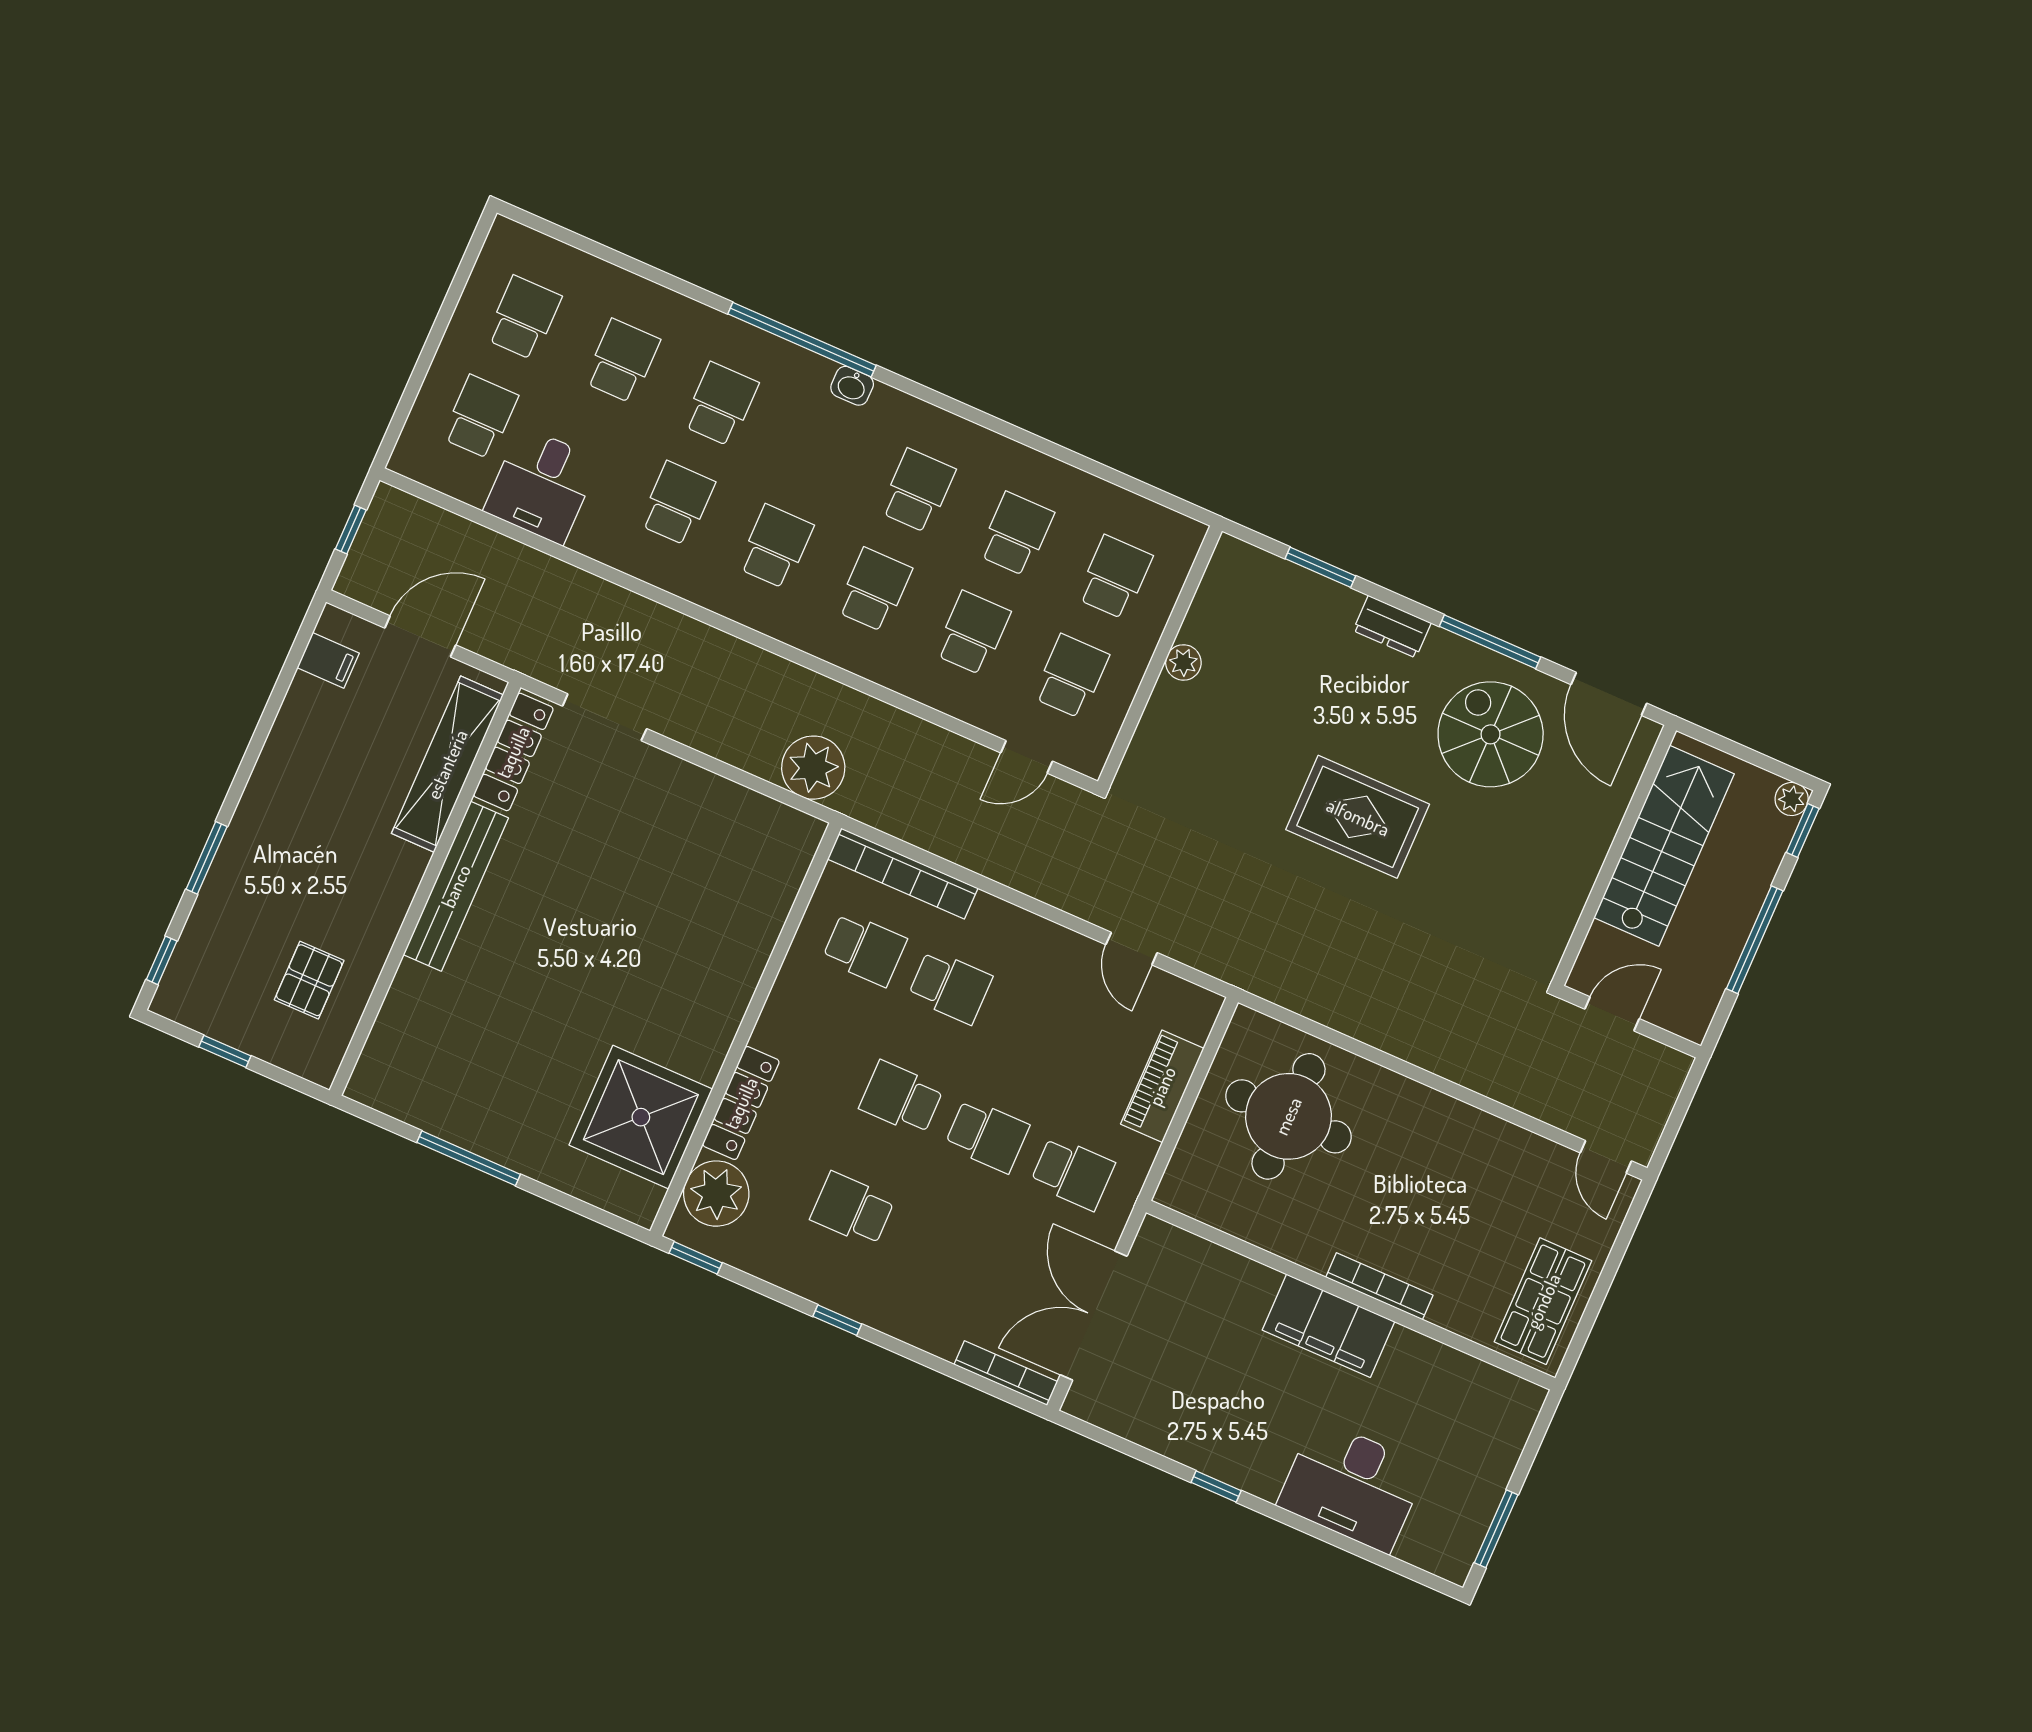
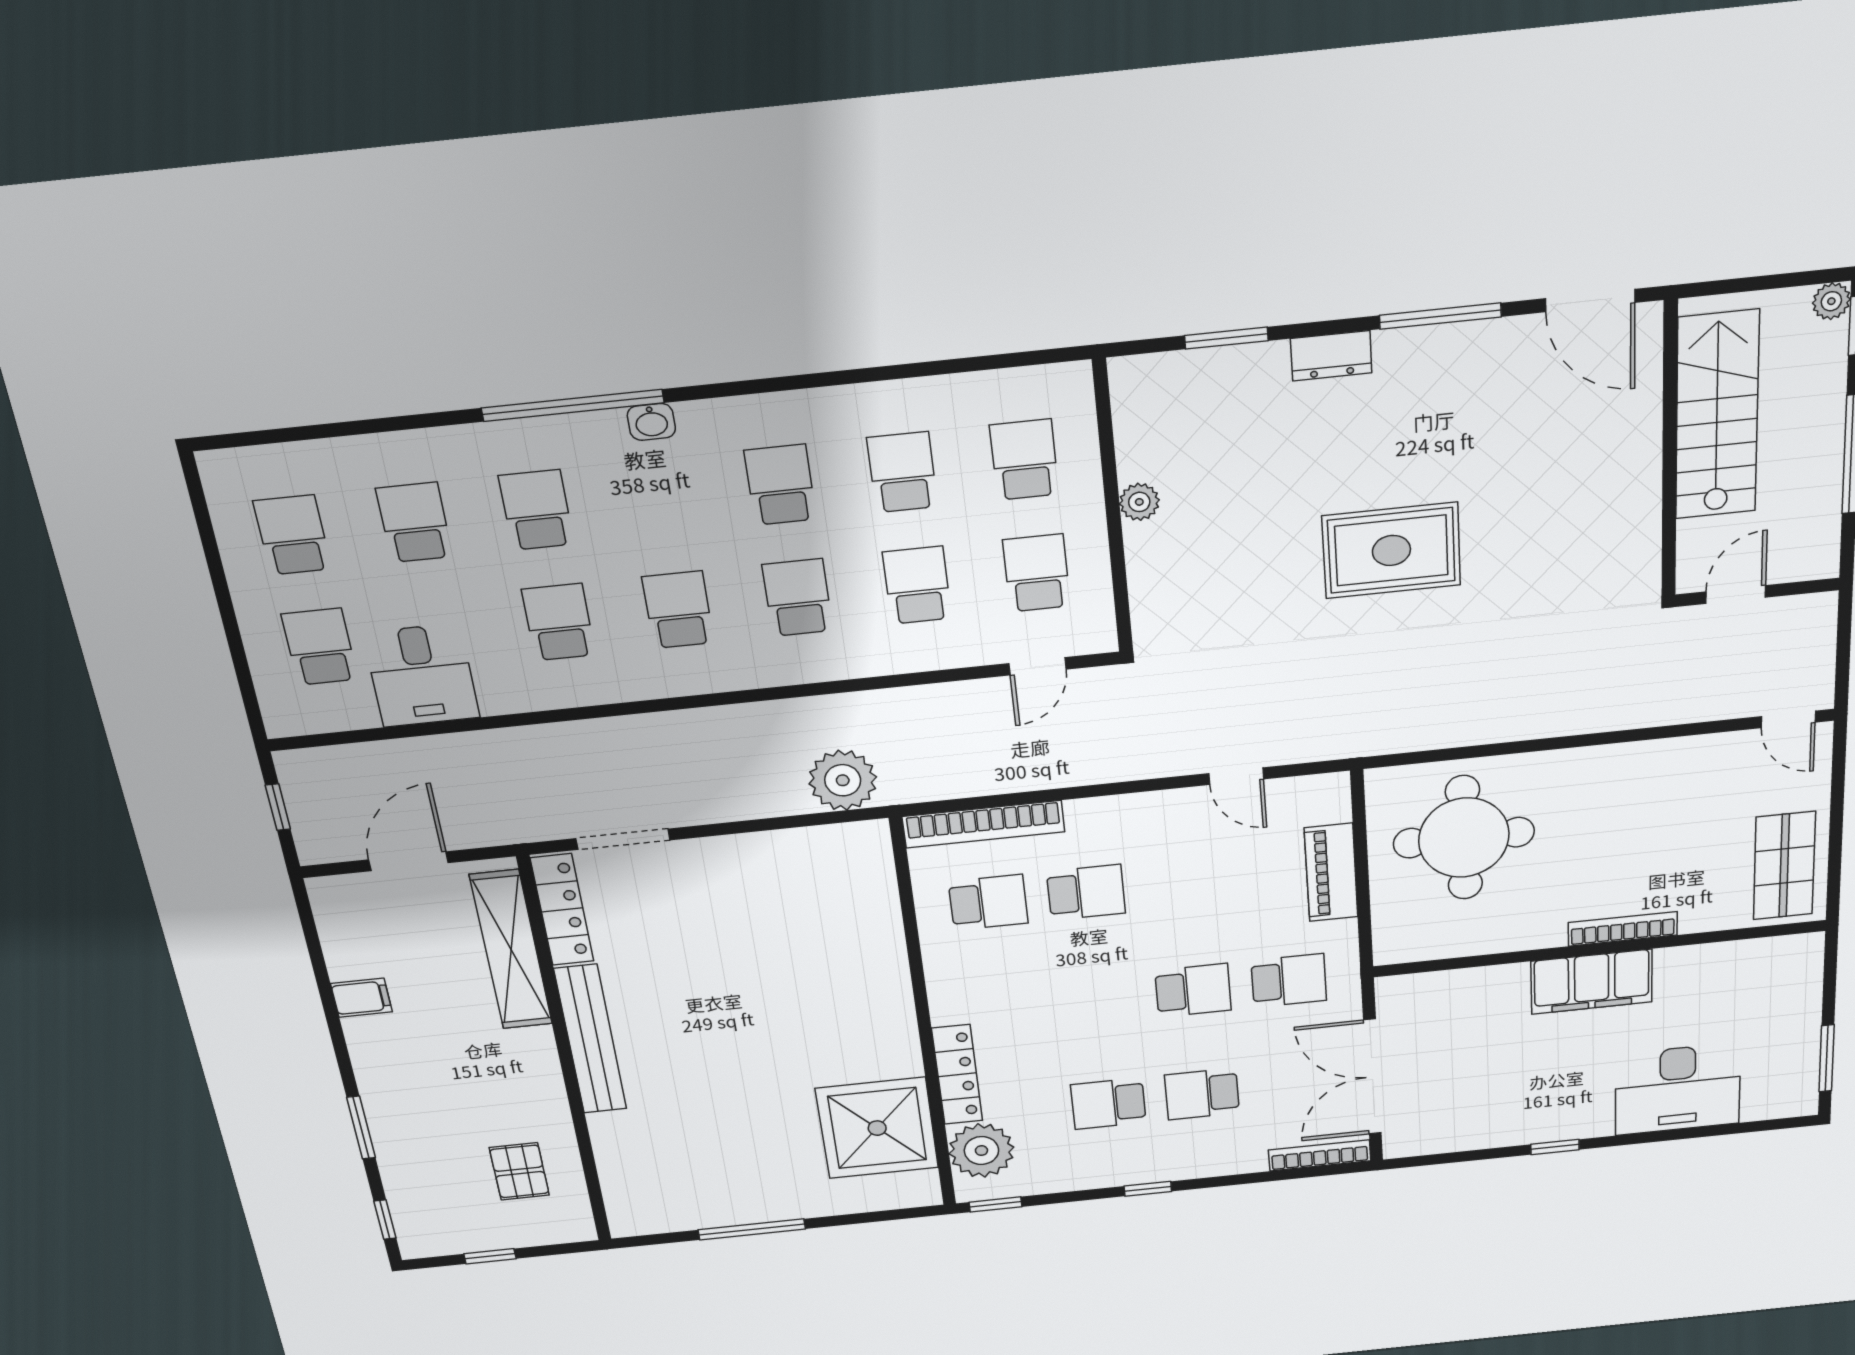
filing cabinet: (328, 660) -> (361, 998), moved
spiral stairs: (1491, 734) -> (1486, 404), removed
school desk: (901, 1098) -> (1202, 1094), moved

